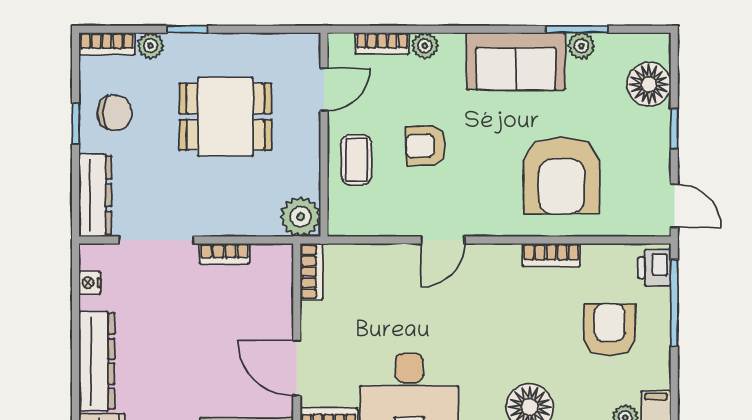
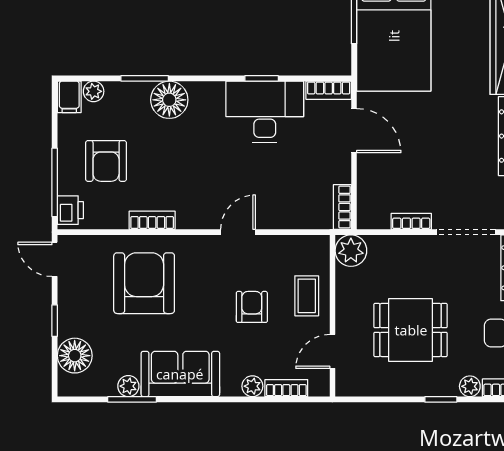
armchair: (426, 146) -> (252, 307), turned -88

